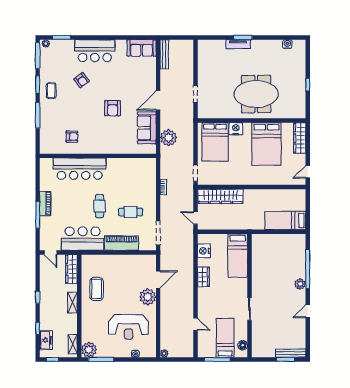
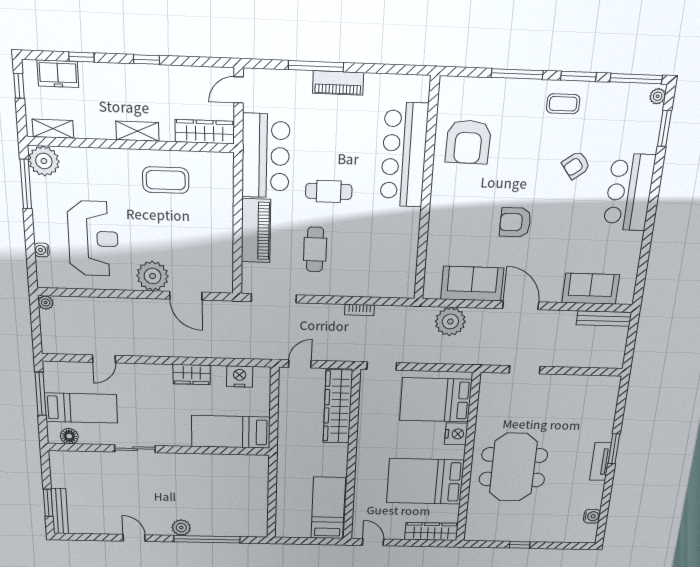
tv unit: (238, 44) -> (600, 462), moved
sofa: (142, 48) -> (591, 289), moved, turned 90
armchair: (72, 137) -> (468, 142), width x1.88, depth x1.88
bed: (285, 220) -> (328, 508), moved
reception desk: (128, 327) -> (93, 239), turned 180

